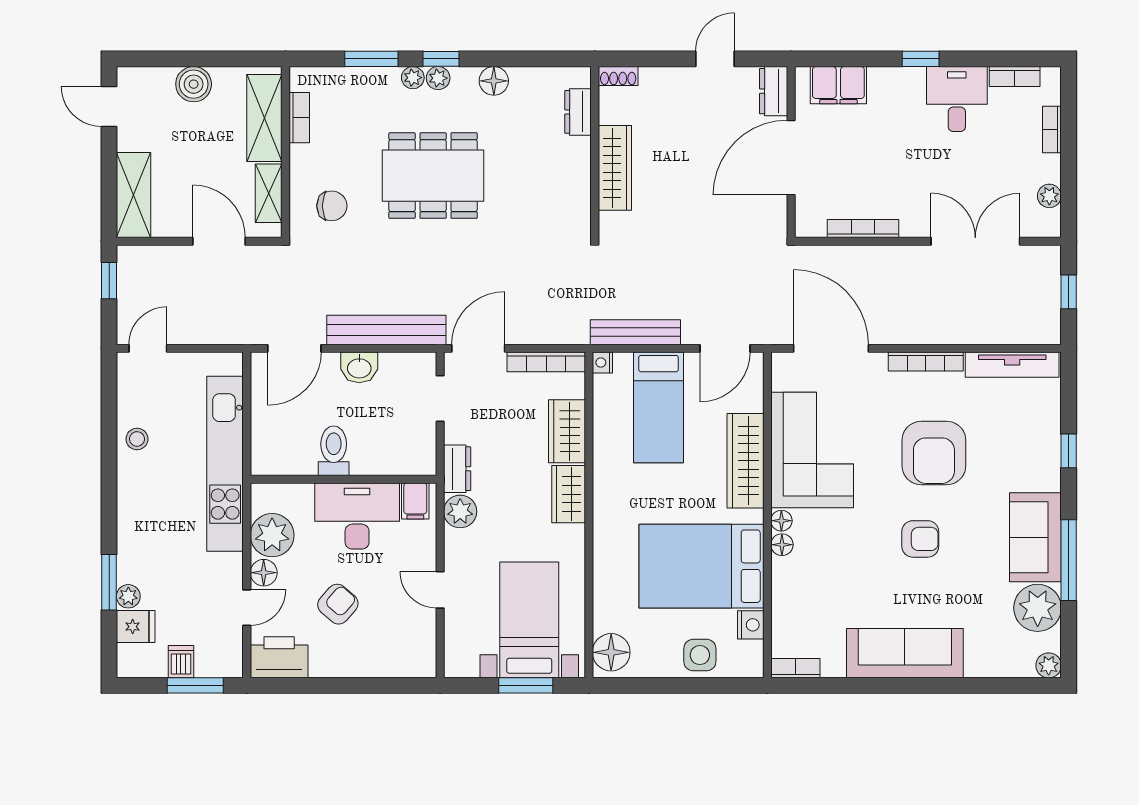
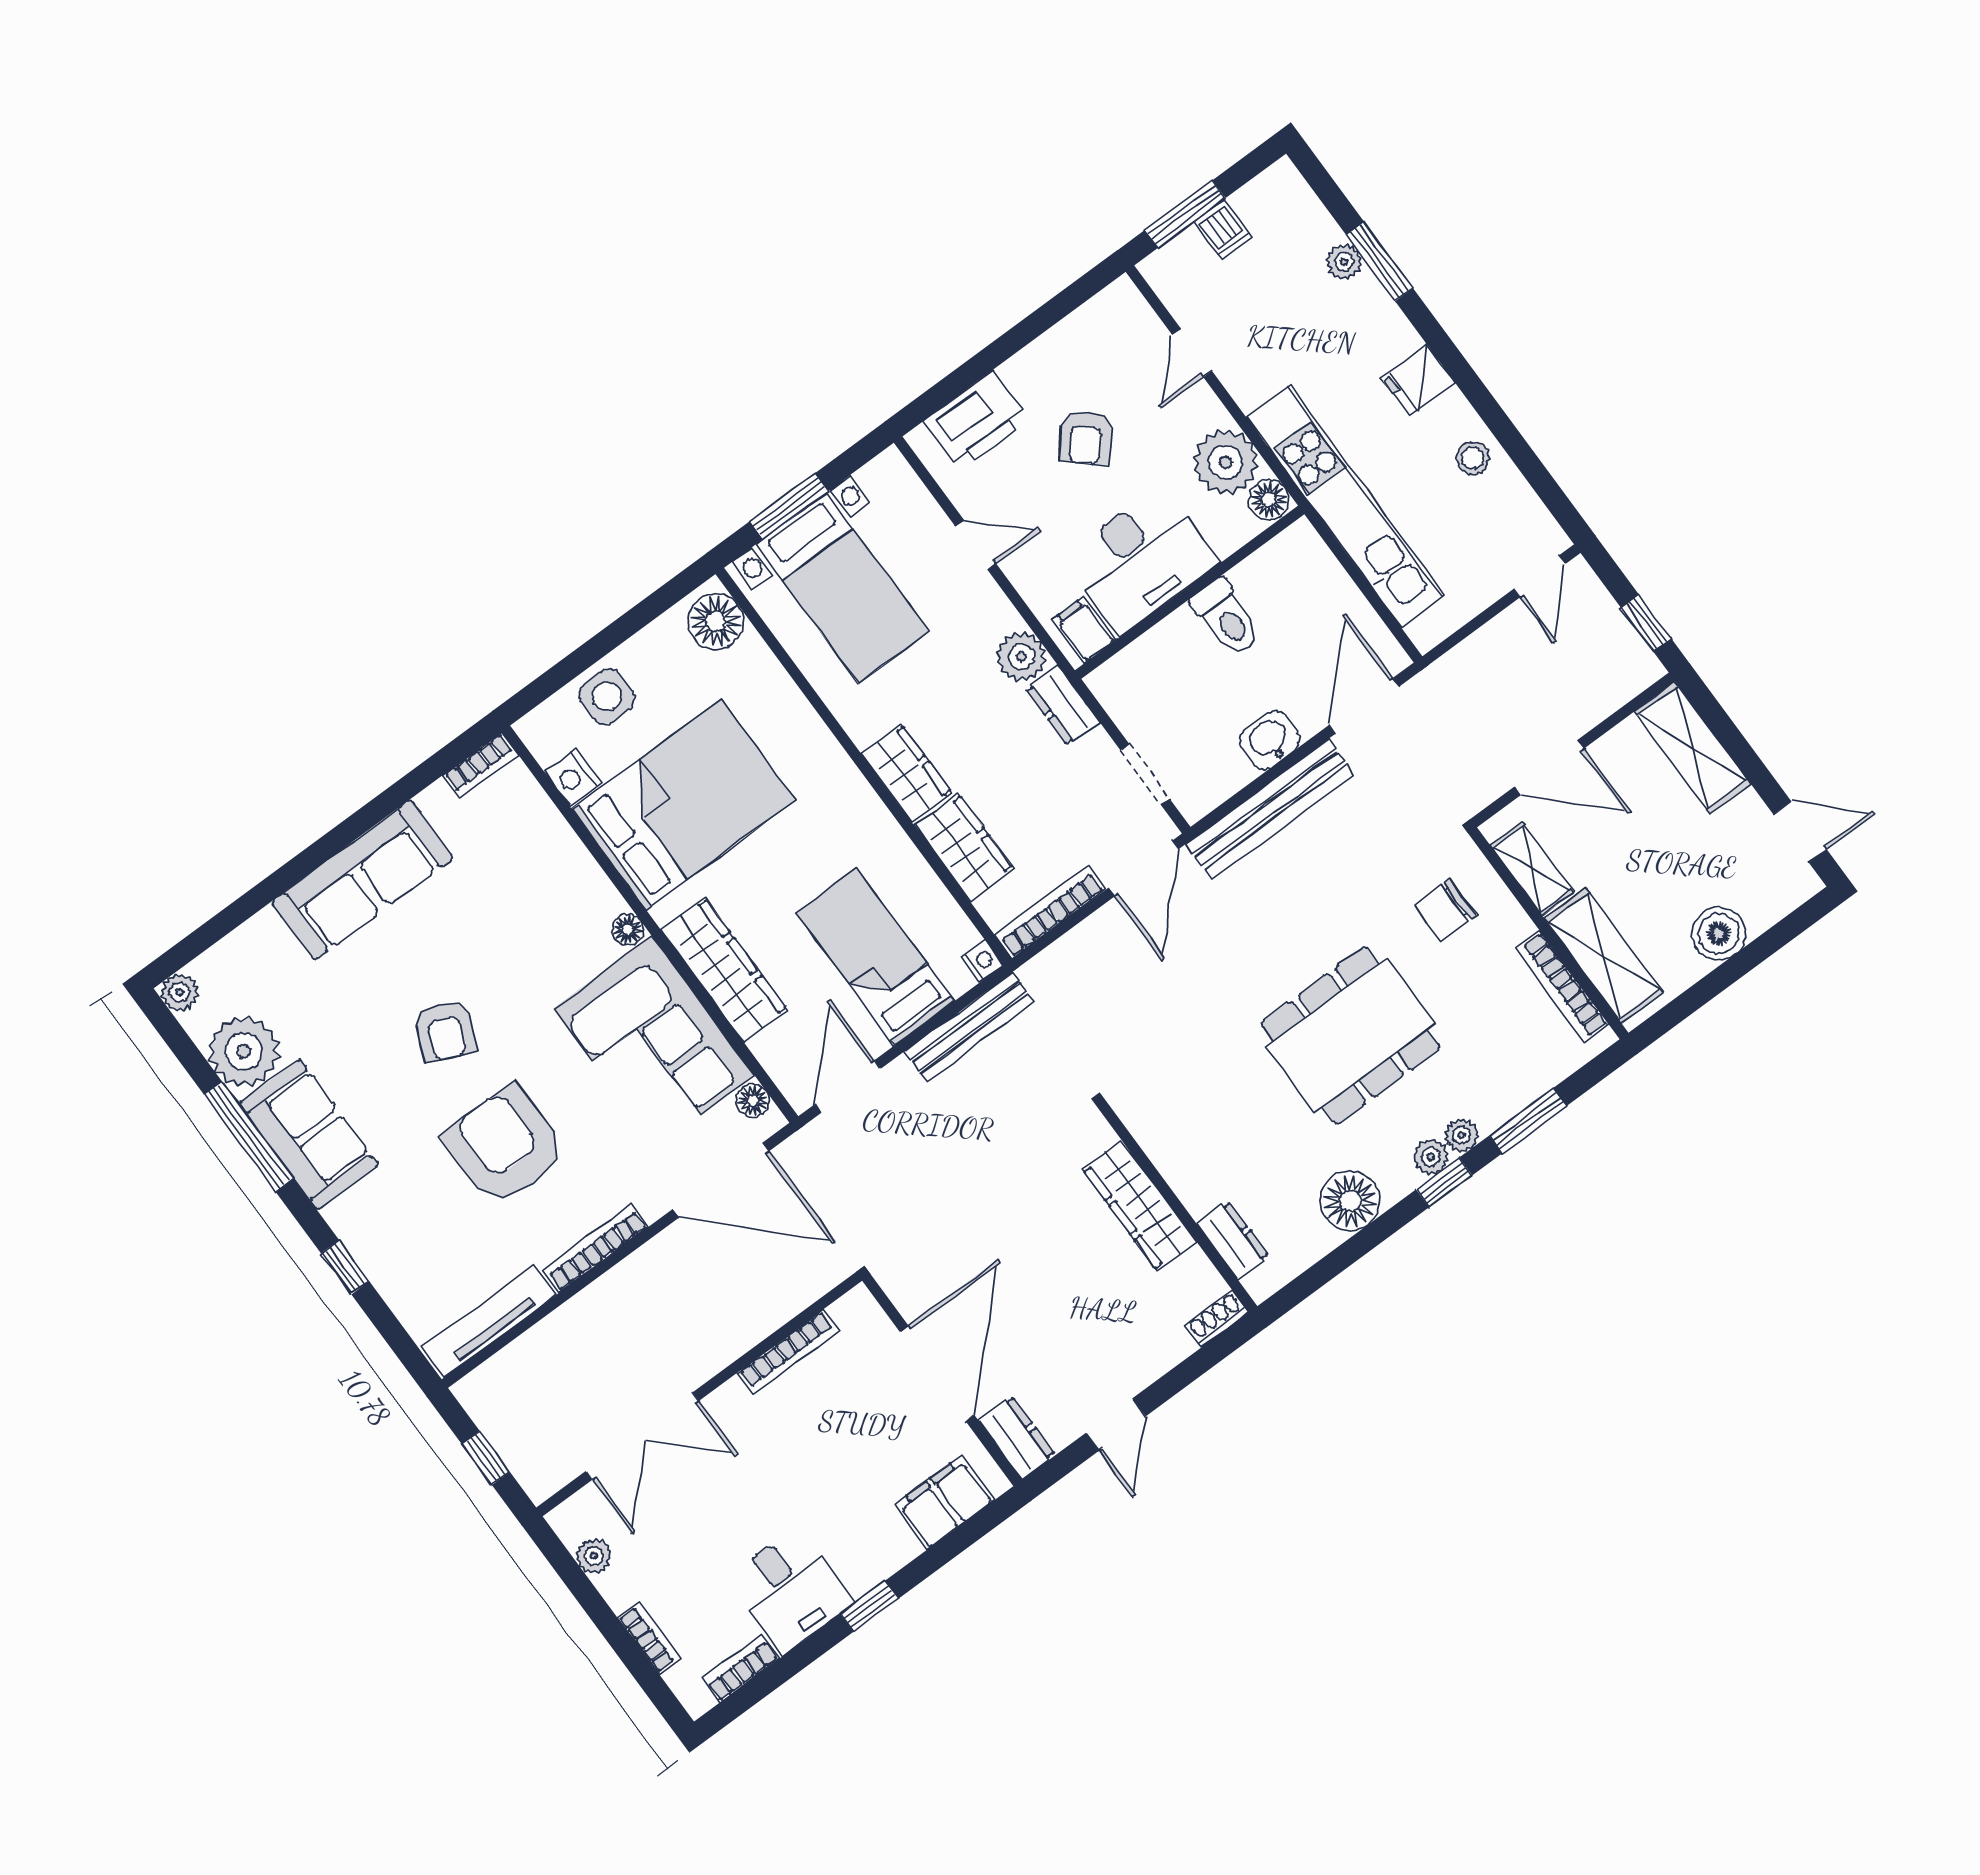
floor lamp: (494, 81) -> (1350, 1201), width x1.38, depth x1.38
bookcase: (299, 118) -> (1562, 987), width x1.56
armchair: (920, 539) -> (445, 1031), turned -67
floor lamp: (782, 545) -> (753, 1101), moved
floor lamp: (264, 573) -> (1269, 500), moved
fridge: (136, 627) -> (1418, 380), moved
printer: (279, 657) -> (977, 420), moved

